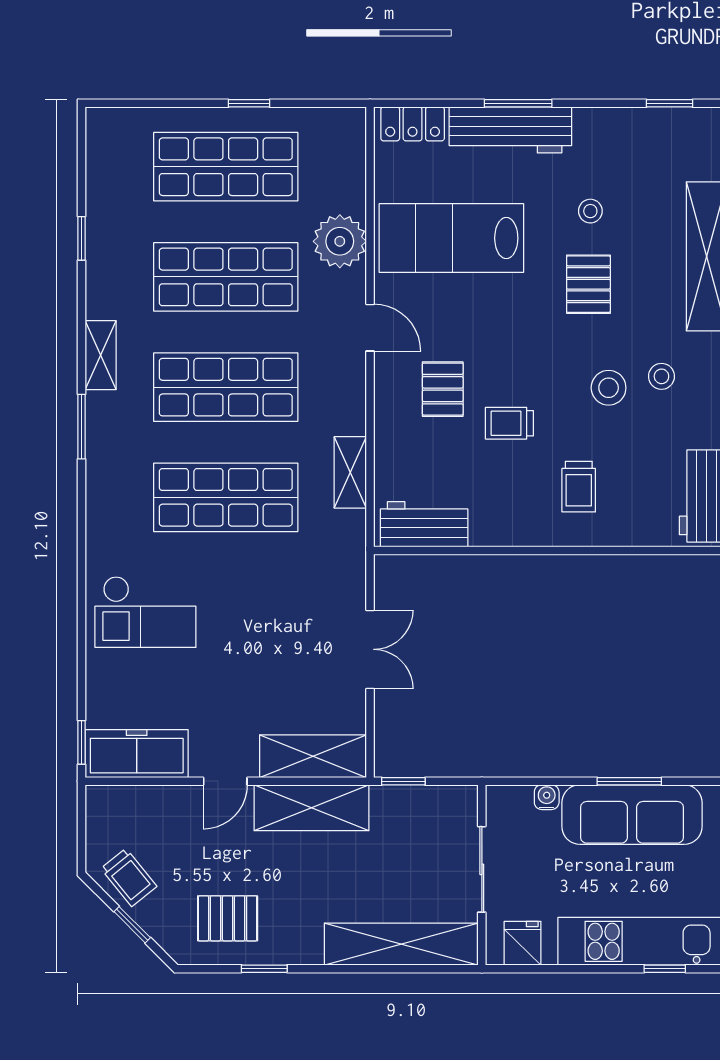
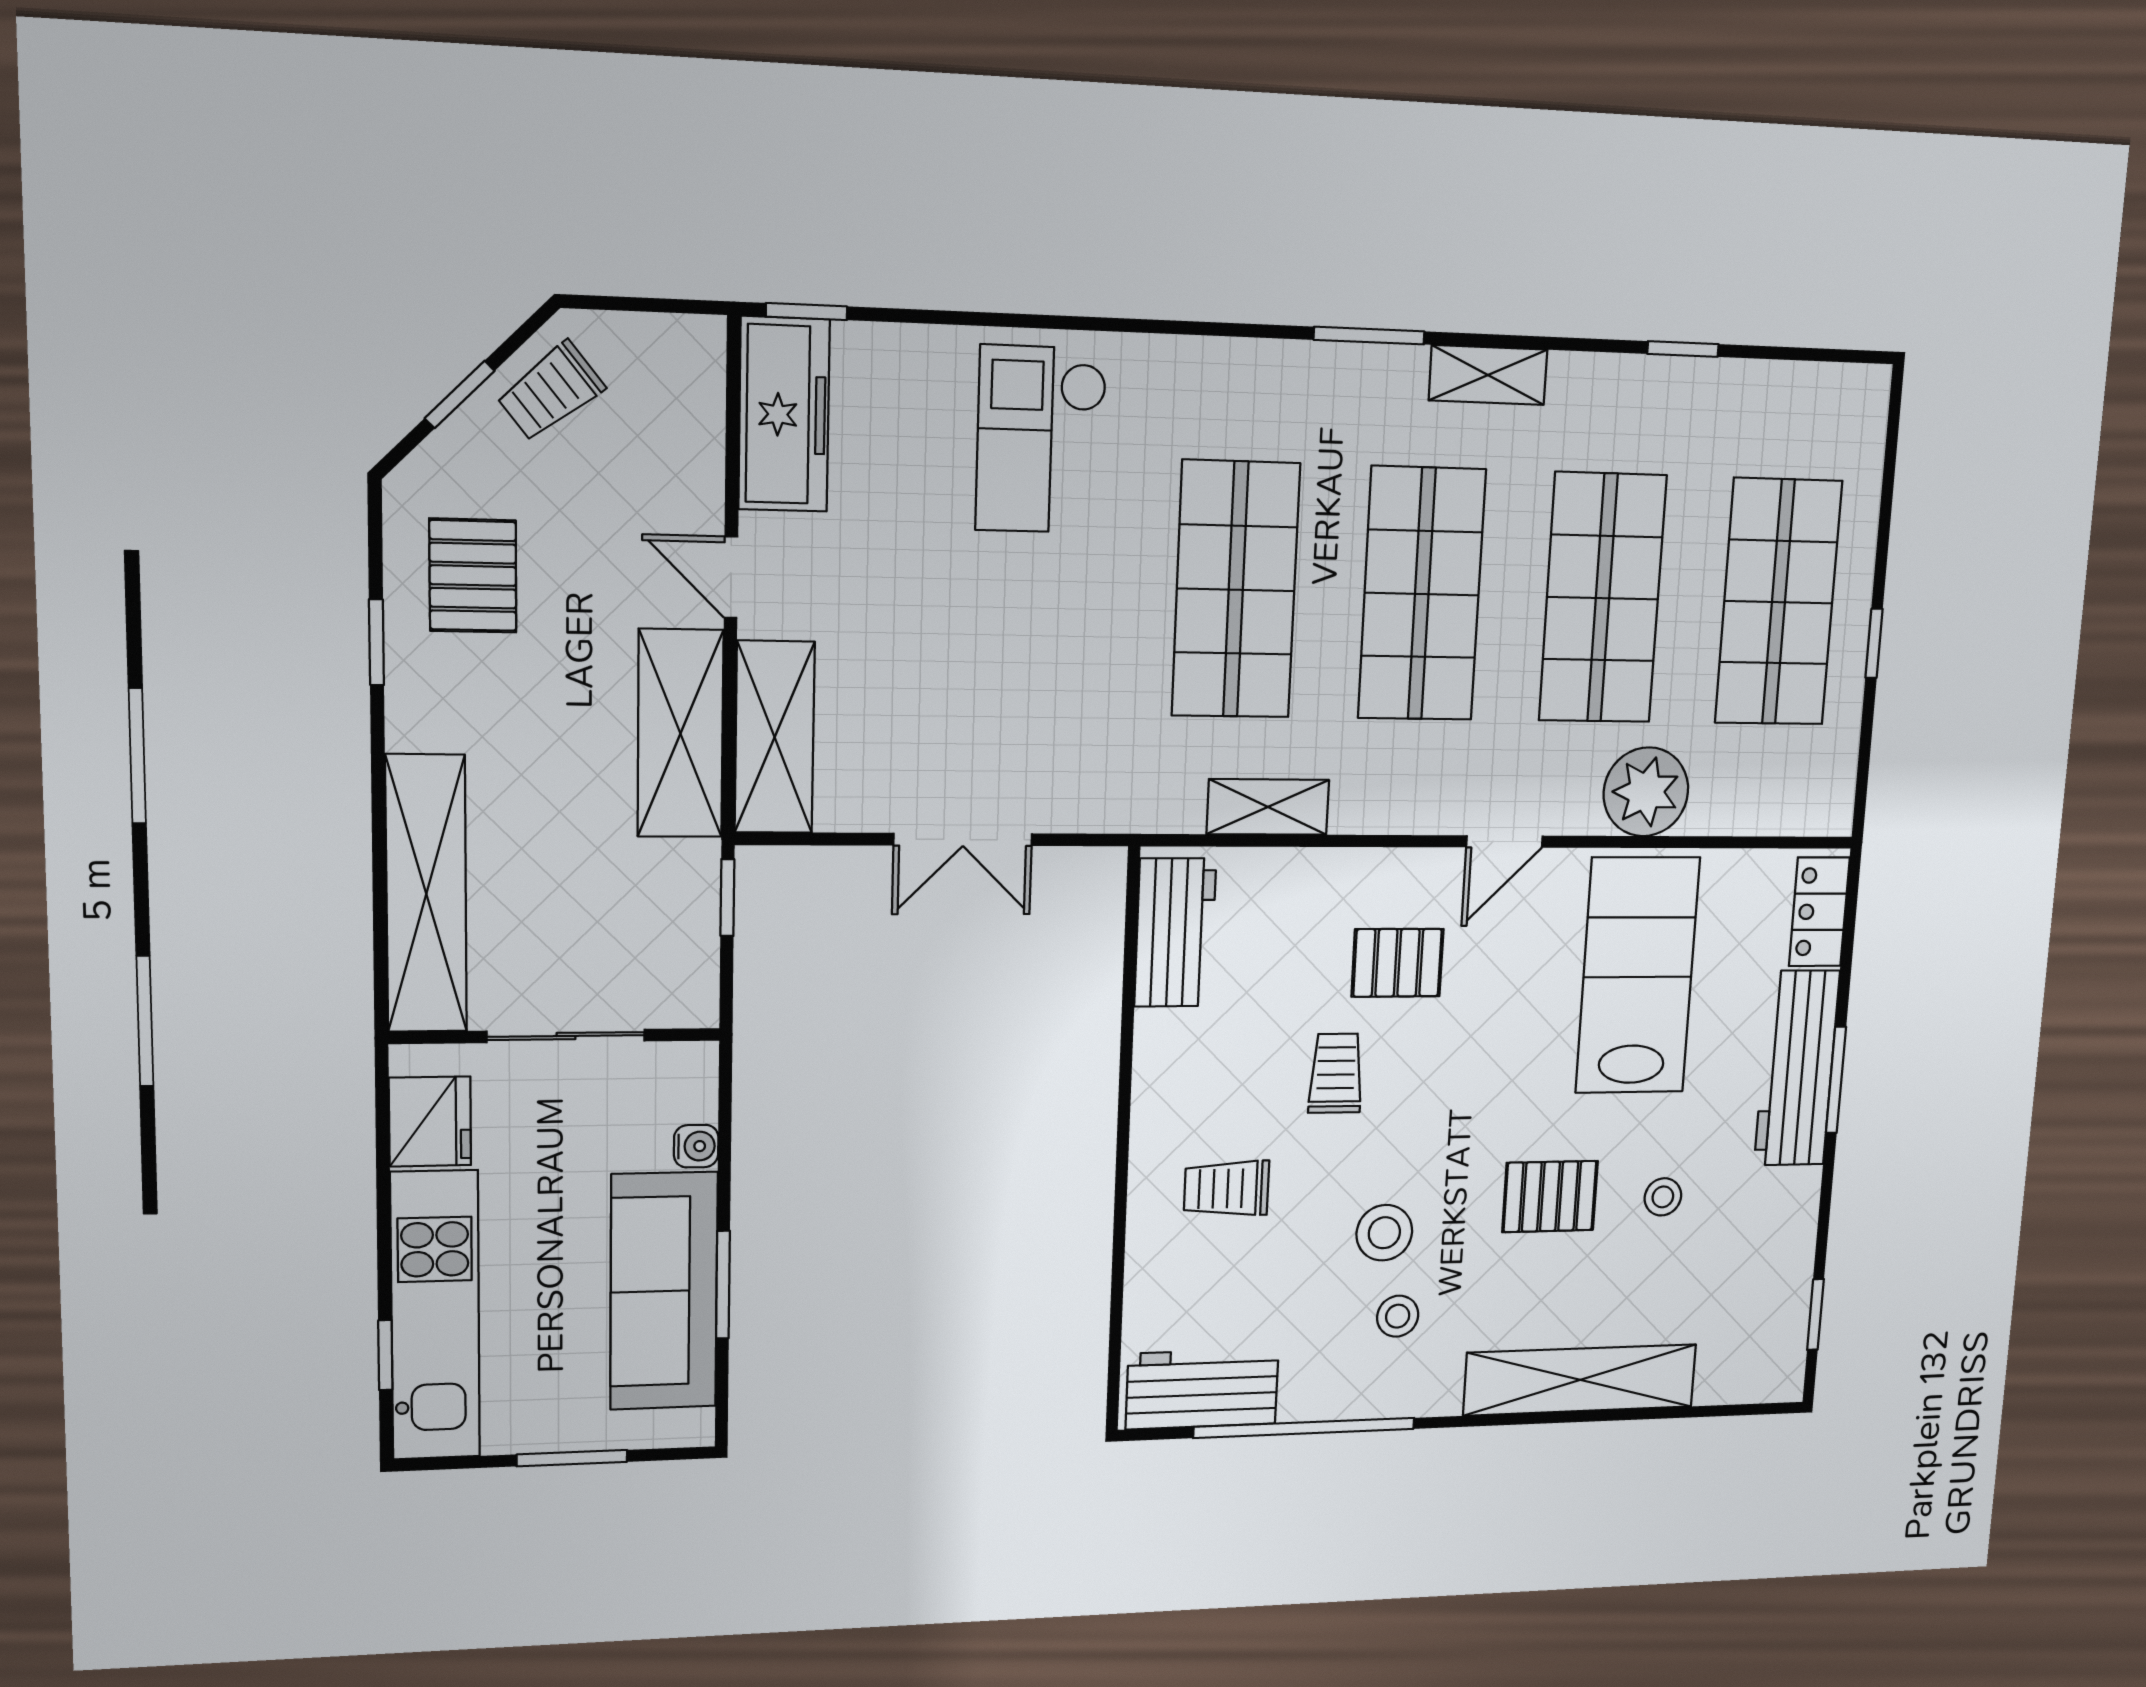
fridge: (523, 943) -> (430, 1122), width x1.38

